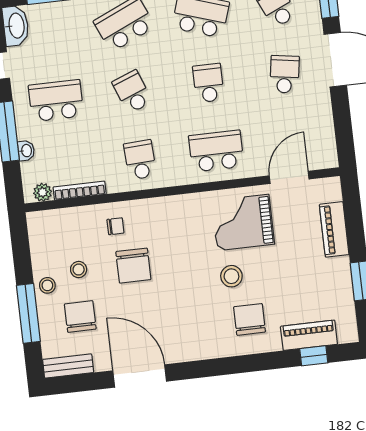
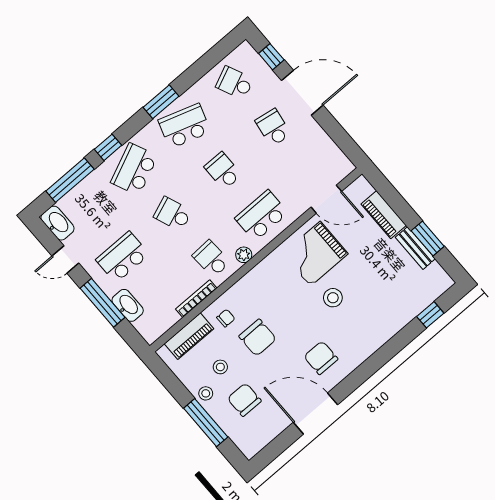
washbasin: (26, 151) -> (128, 305), width x1.91, depth x1.45
door: (289, 177) -> (326, 199), swing flipped
bookcase: (80, 191) -> (196, 299), moved
plant: (43, 192) -> (244, 255), moved
chair: (250, 319) -> (321, 358), moved
piano: (309, 335) -> (189, 336), moved, turned 180
bench: (68, 366) -> (415, 248), moved, turned 90

